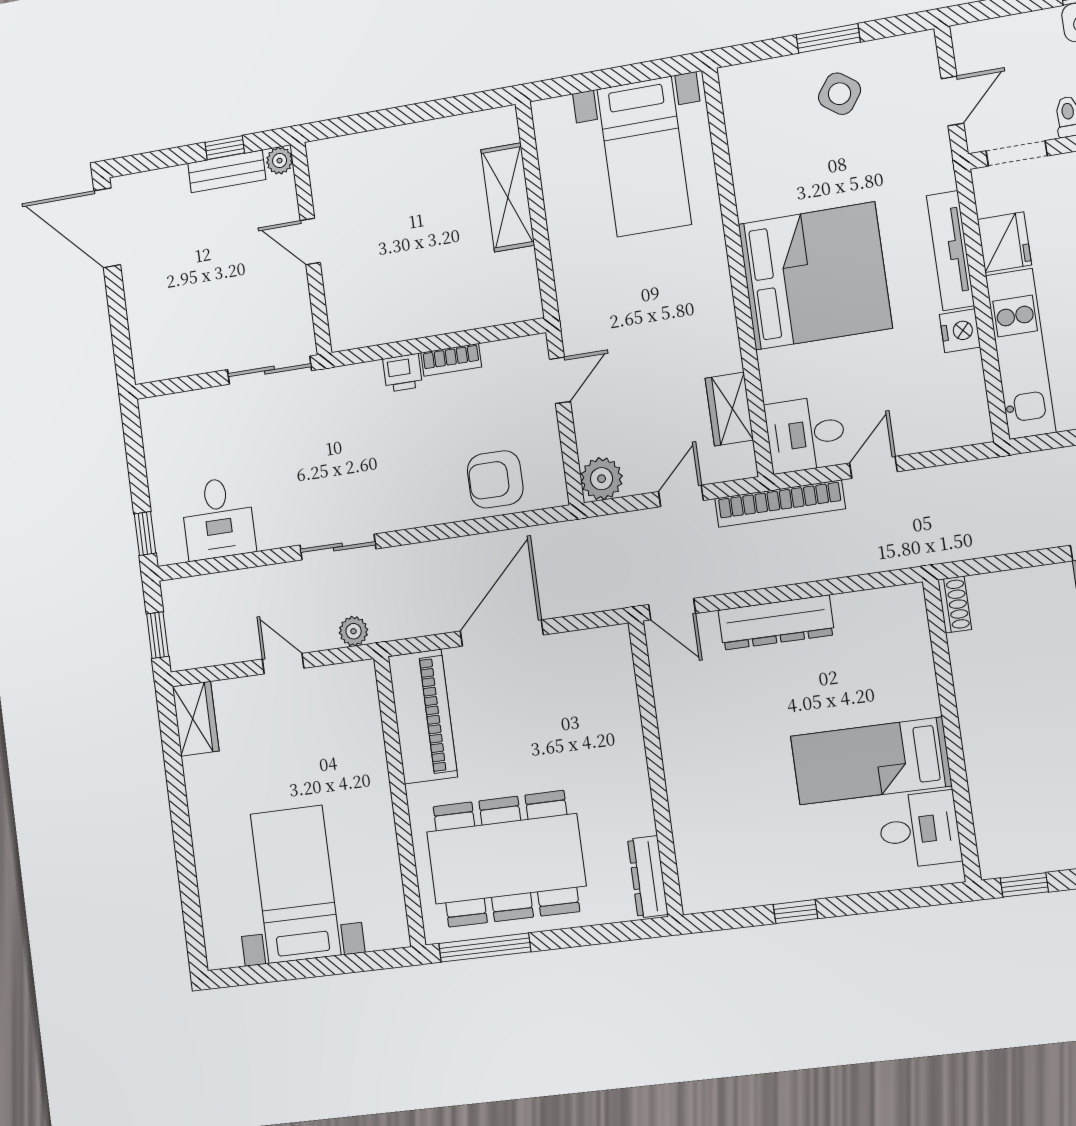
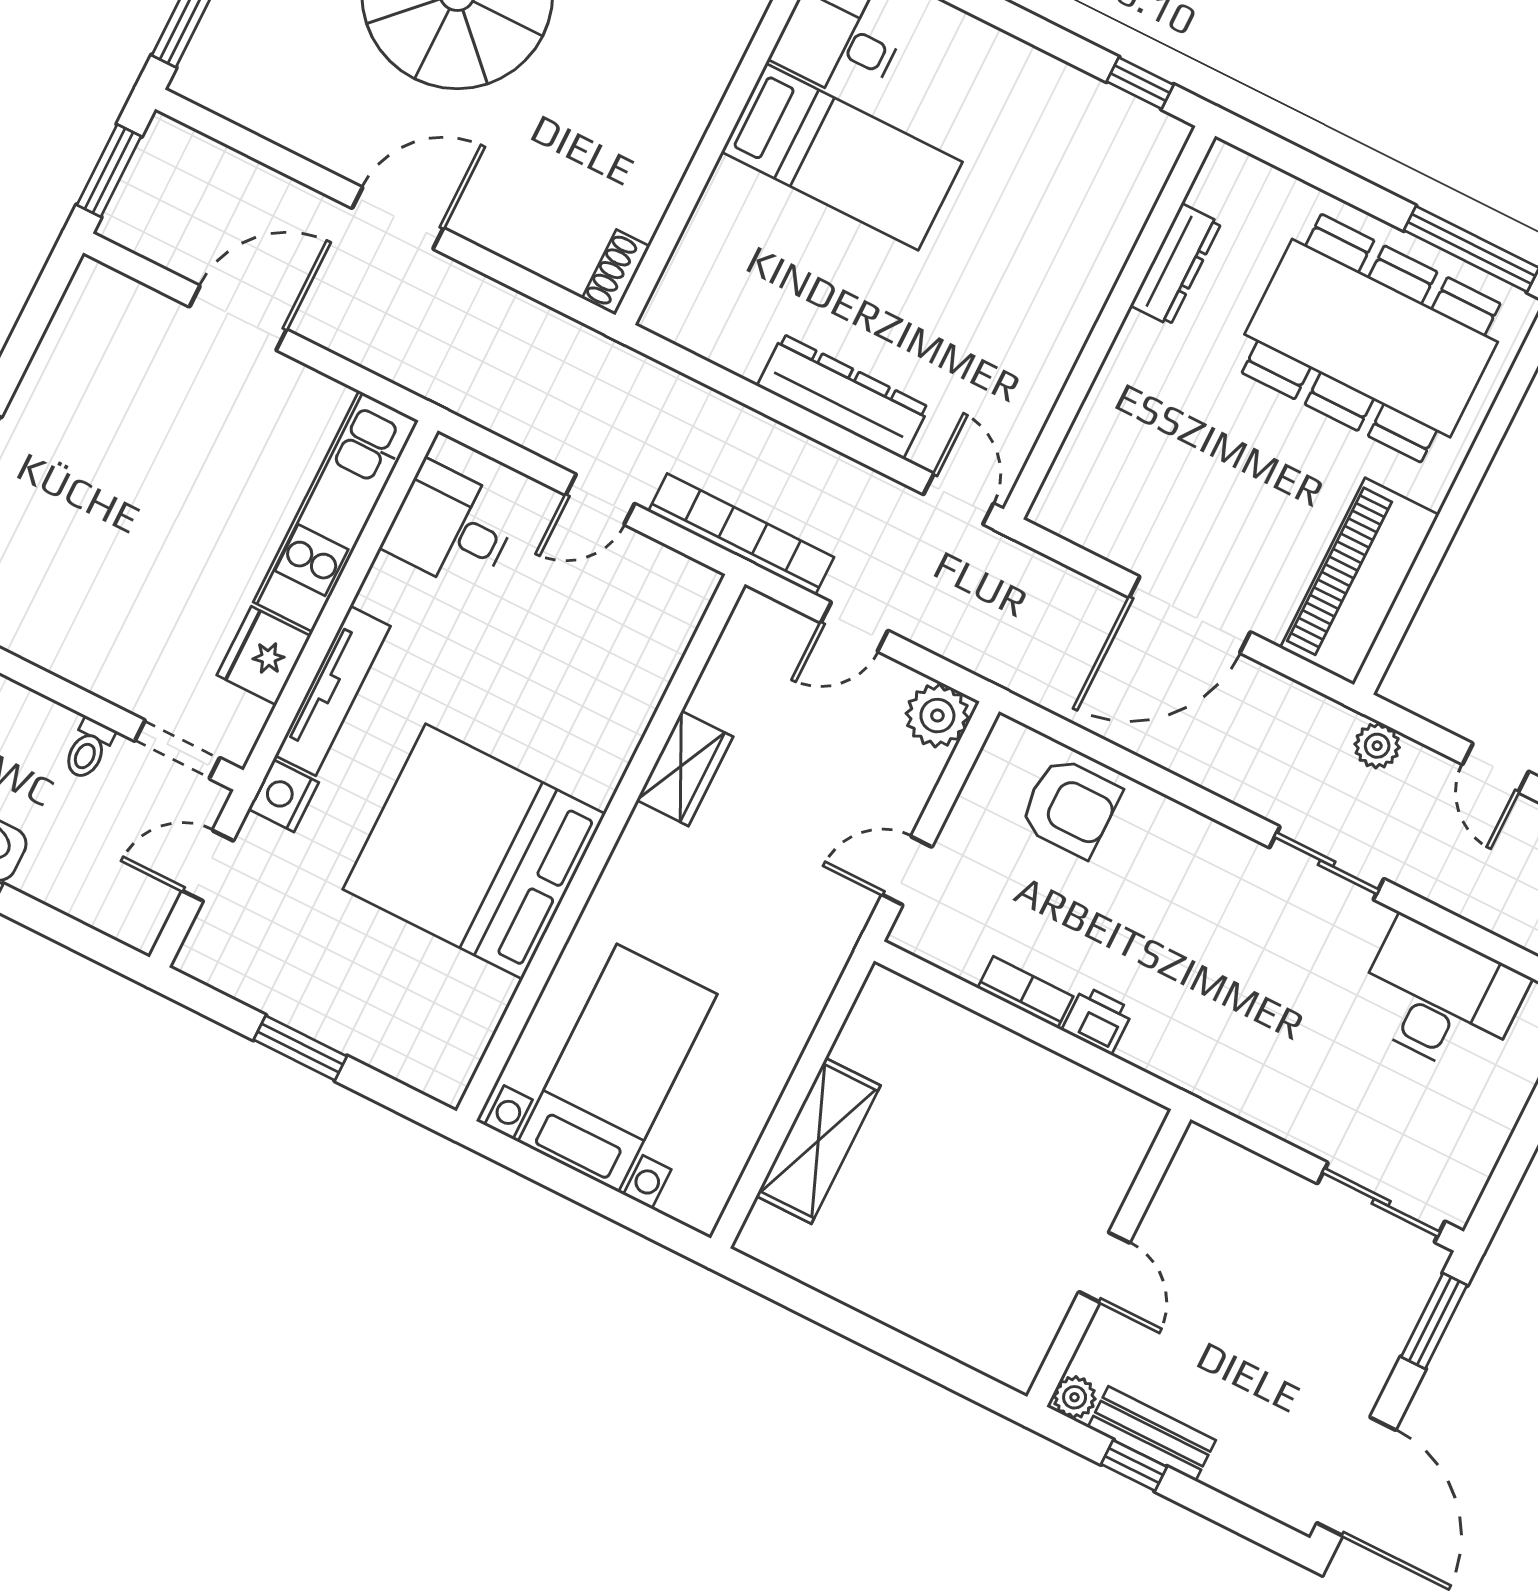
side table: (839, 94) -> (333, 972), removed
bed: (815, 276) -> (474, 852), moved
nightstand: (960, 331) -> (283, 796), moved
window: (121, 340) -> (1434, 1321), added
sliding door: (269, 370) -> (1381, 1202), moved
wardrobe: (729, 409) -> (685, 768), moved
desk: (806, 434) -> (451, 527), moved, turned 180
desk: (218, 518) -> (1440, 998), width x1.37
dresser: (648, 877) -> (1176, 264), moved
window: (795, 912) -> (1140, 83), moved

